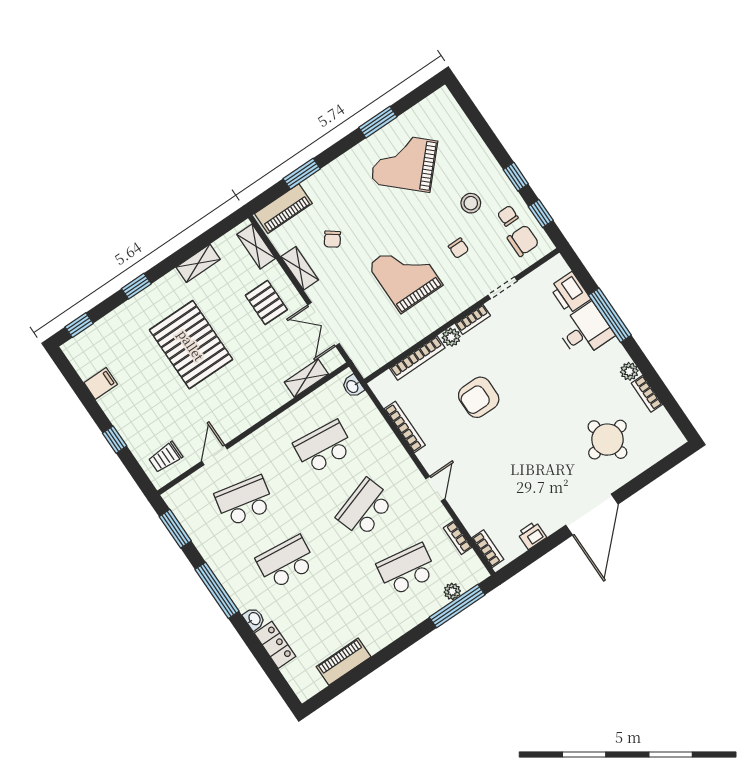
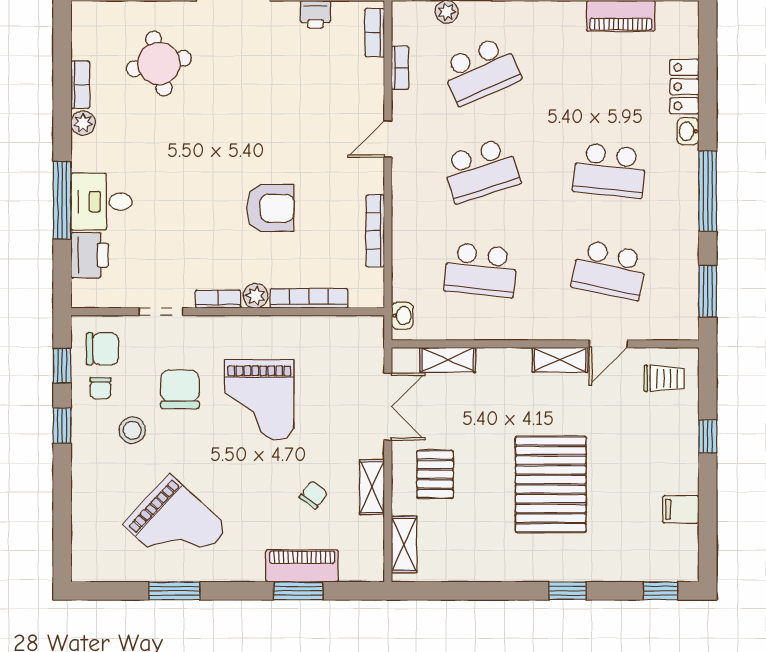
piano: (283, 209) -> (302, 566), moved
chair: (523, 241) -> (102, 349), turned 180
chair: (459, 248) -> (180, 389), width x1.87, depth x1.87
shelving: (198, 263) -> (560, 360), moved
school desk: (407, 569) -> (481, 71), turned -33

